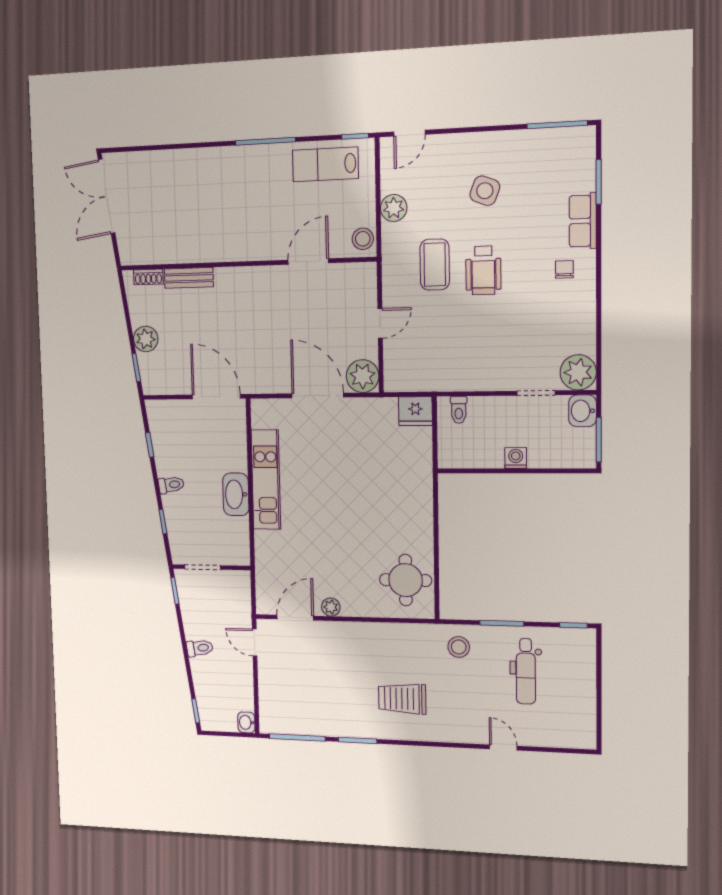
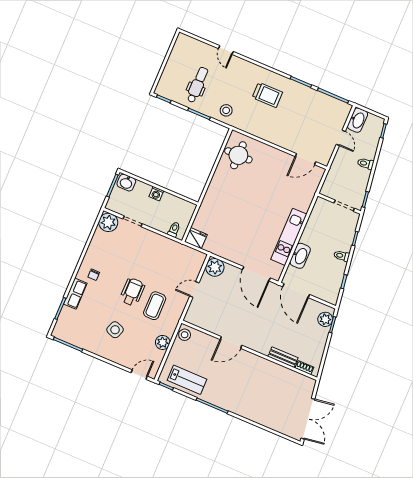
door: (308, 262) -> (231, 342), moved
plant: (146, 339) -> (325, 319), moved
door: (318, 395) -> (256, 274), moved
washbasin: (583, 411) -> (126, 183), moved, turned 90
washbasin: (236, 494) -> (300, 256), moved
plant: (331, 607) -> (284, 157), removed
door: (255, 643) -> (341, 138), moved
washbasin: (246, 722) -> (358, 120), width x1.91, depth x1.45

